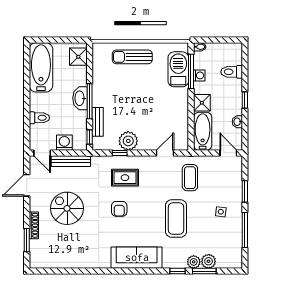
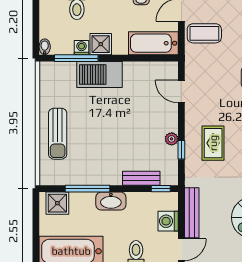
barbecue: (178, 69) -> (100, 74), moved
window: (90, 101) -> (87, 189), moved
shower: (202, 103) -> (101, 44), moved
plant: (128, 141) -> (172, 139), width x0.53, depth x0.53
coffee table: (190, 178) -> (204, 33), moved

